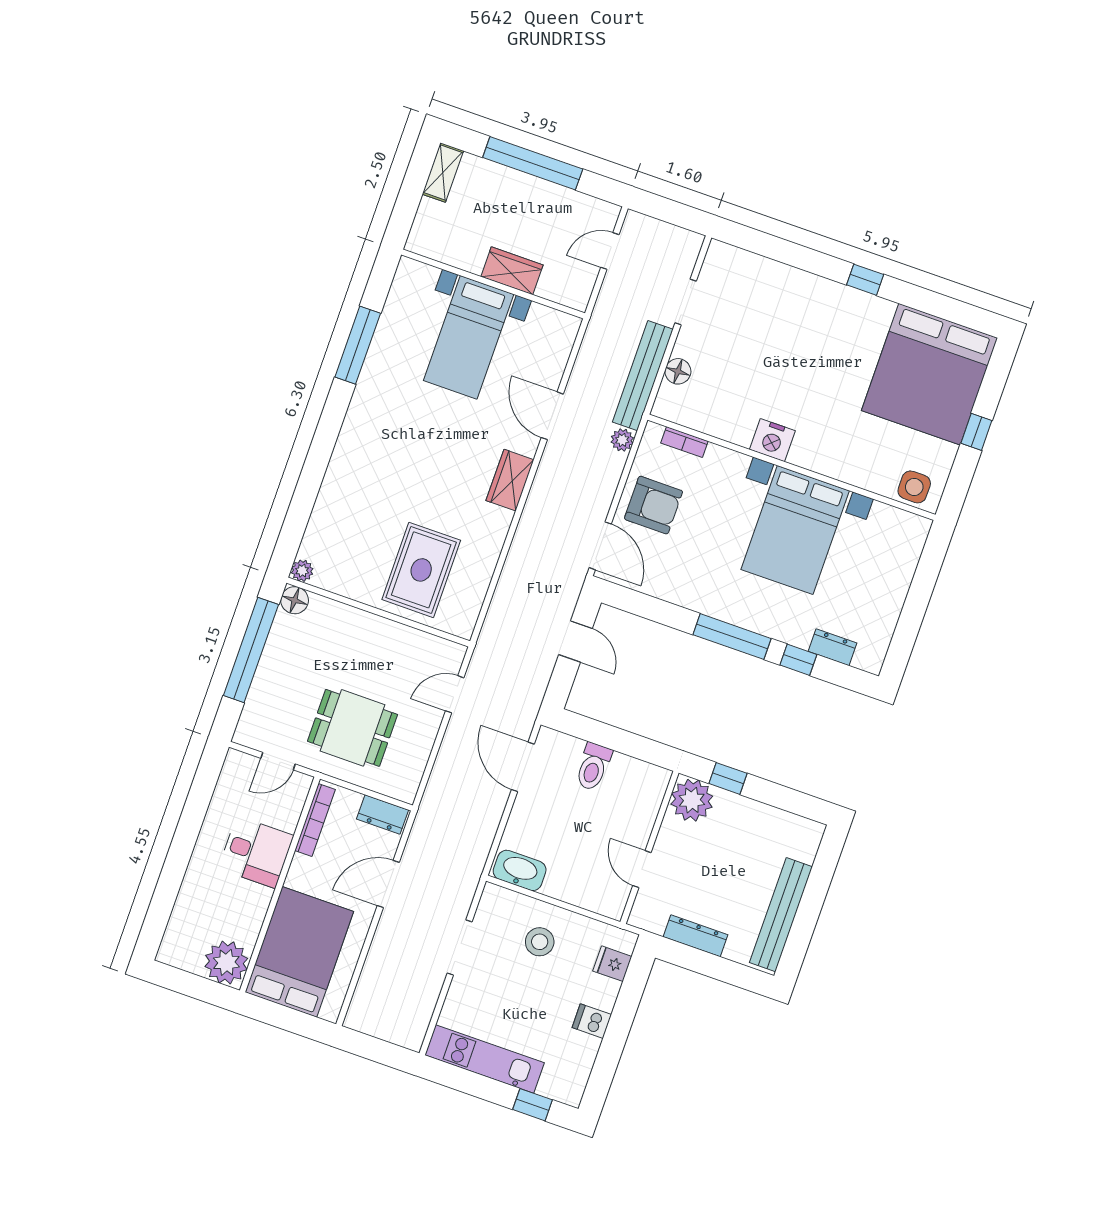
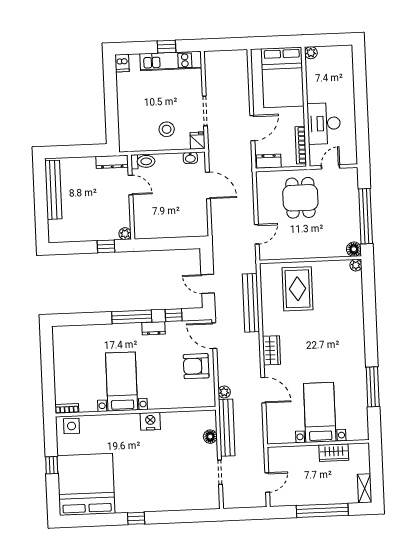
wardrobe: (512, 271) -> (334, 453), moved
bookcase: (684, 442) -> (67, 408), moved
bed with nightstands: (795, 530) -> (122, 382), width x0.73
bench: (513, 578) -> (251, 303), added
dresser: (832, 647) -> (154, 328), moved
window: (798, 660) -> (174, 315), moved
dining table: (352, 728) -> (300, 198), turned 90
door: (523, 767) -> (208, 185), moved
toilet: (593, 767) -> (143, 161), moved, turned 90
plant: (692, 800) -> (125, 234), width x0.53, depth x0.53
desk: (256, 852) -> (324, 123), width x1.37
washbasin: (520, 870) -> (190, 158), width x0.52, depth x0.69
dresser: (696, 936) -> (112, 162), moved
plant: (226, 962) -> (311, 53), width x0.53, depth x0.53
fridge: (612, 964) -> (197, 141), moved, turned -90
dishwasher: (592, 1021) -> (122, 63), moved, turned 90
window: (532, 1105) -> (166, 47), moved

